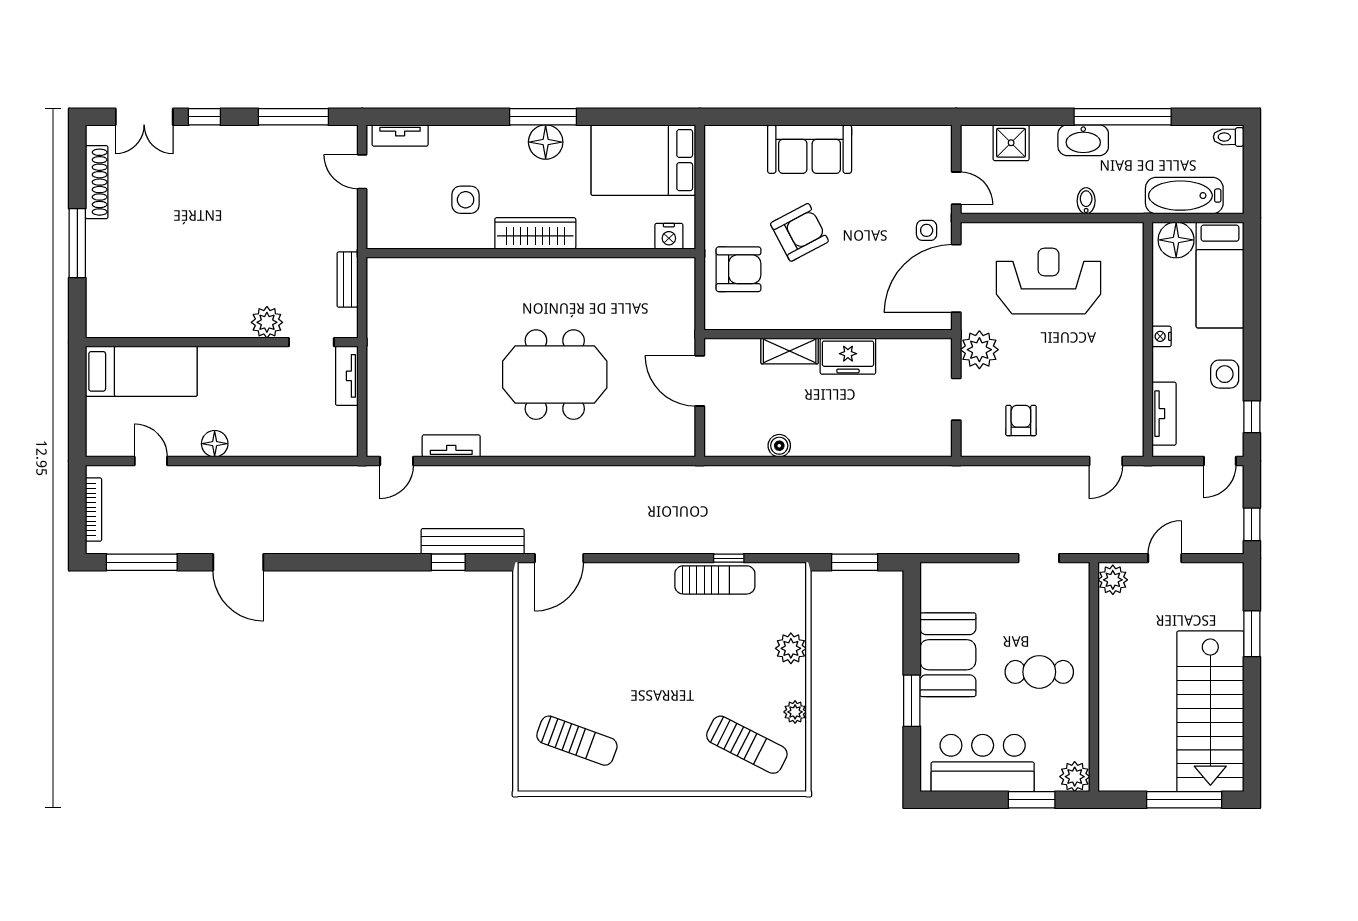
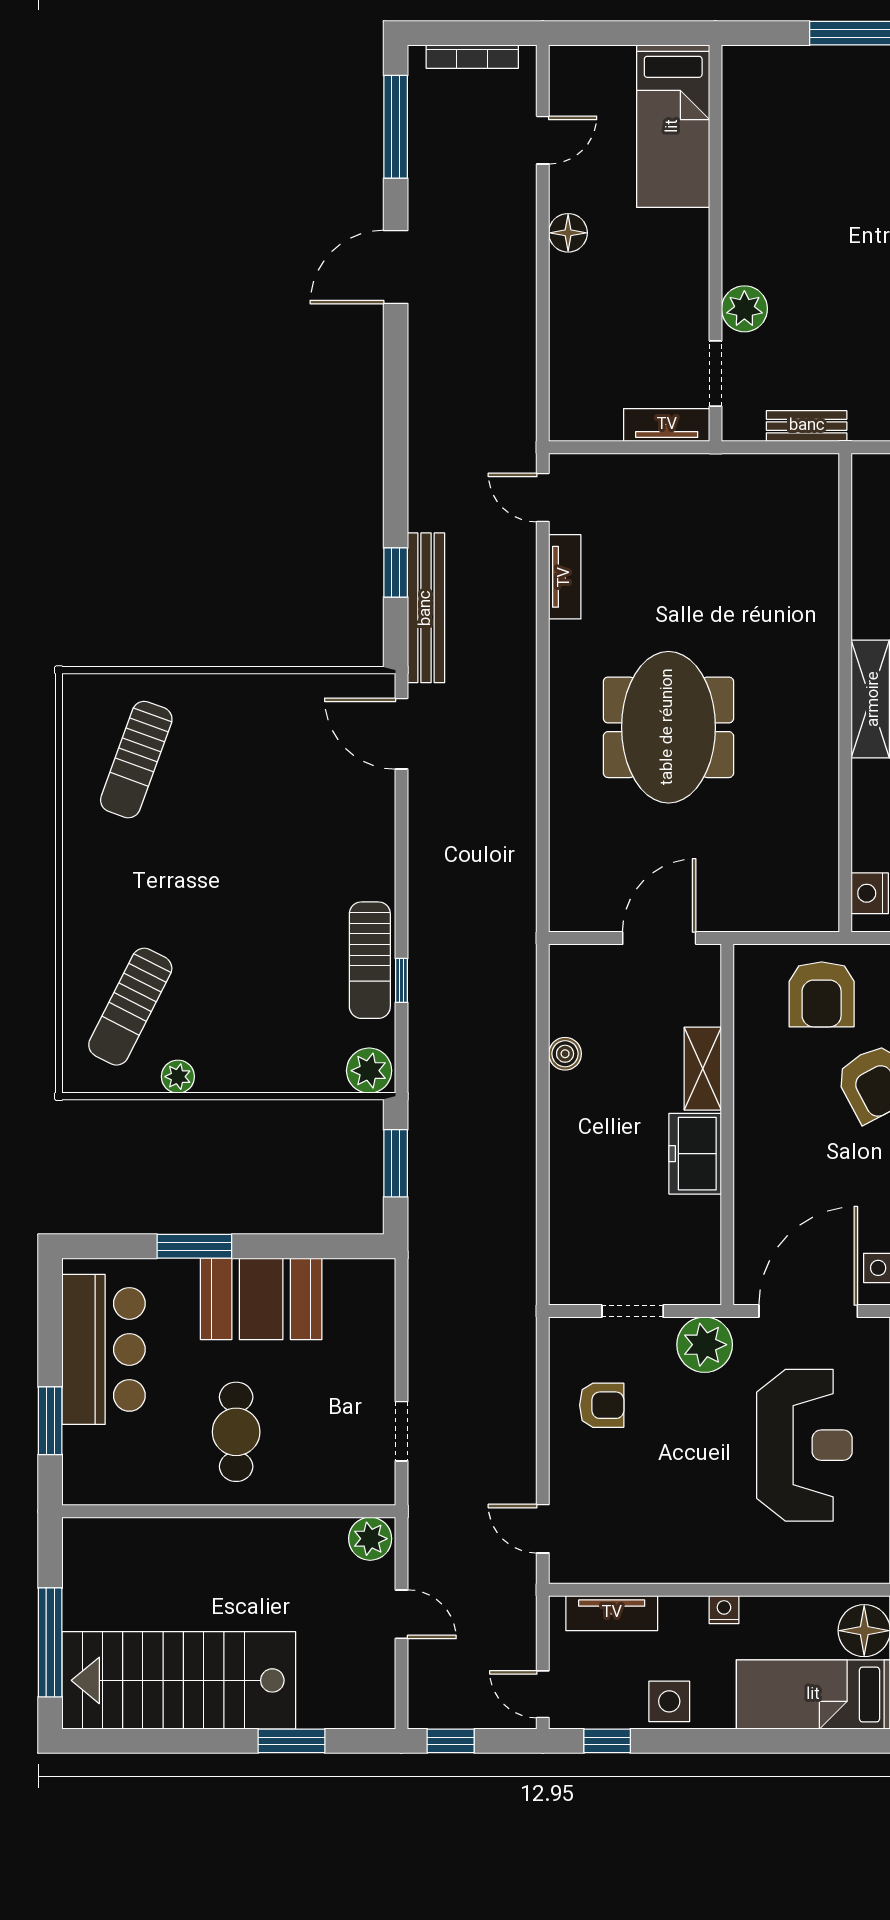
door: (956, 278) -> (808, 1311), hinge flipped
plant: (791, 648) -> (369, 1071), moved
plant: (1075, 777) -> (84, 1483), removed

